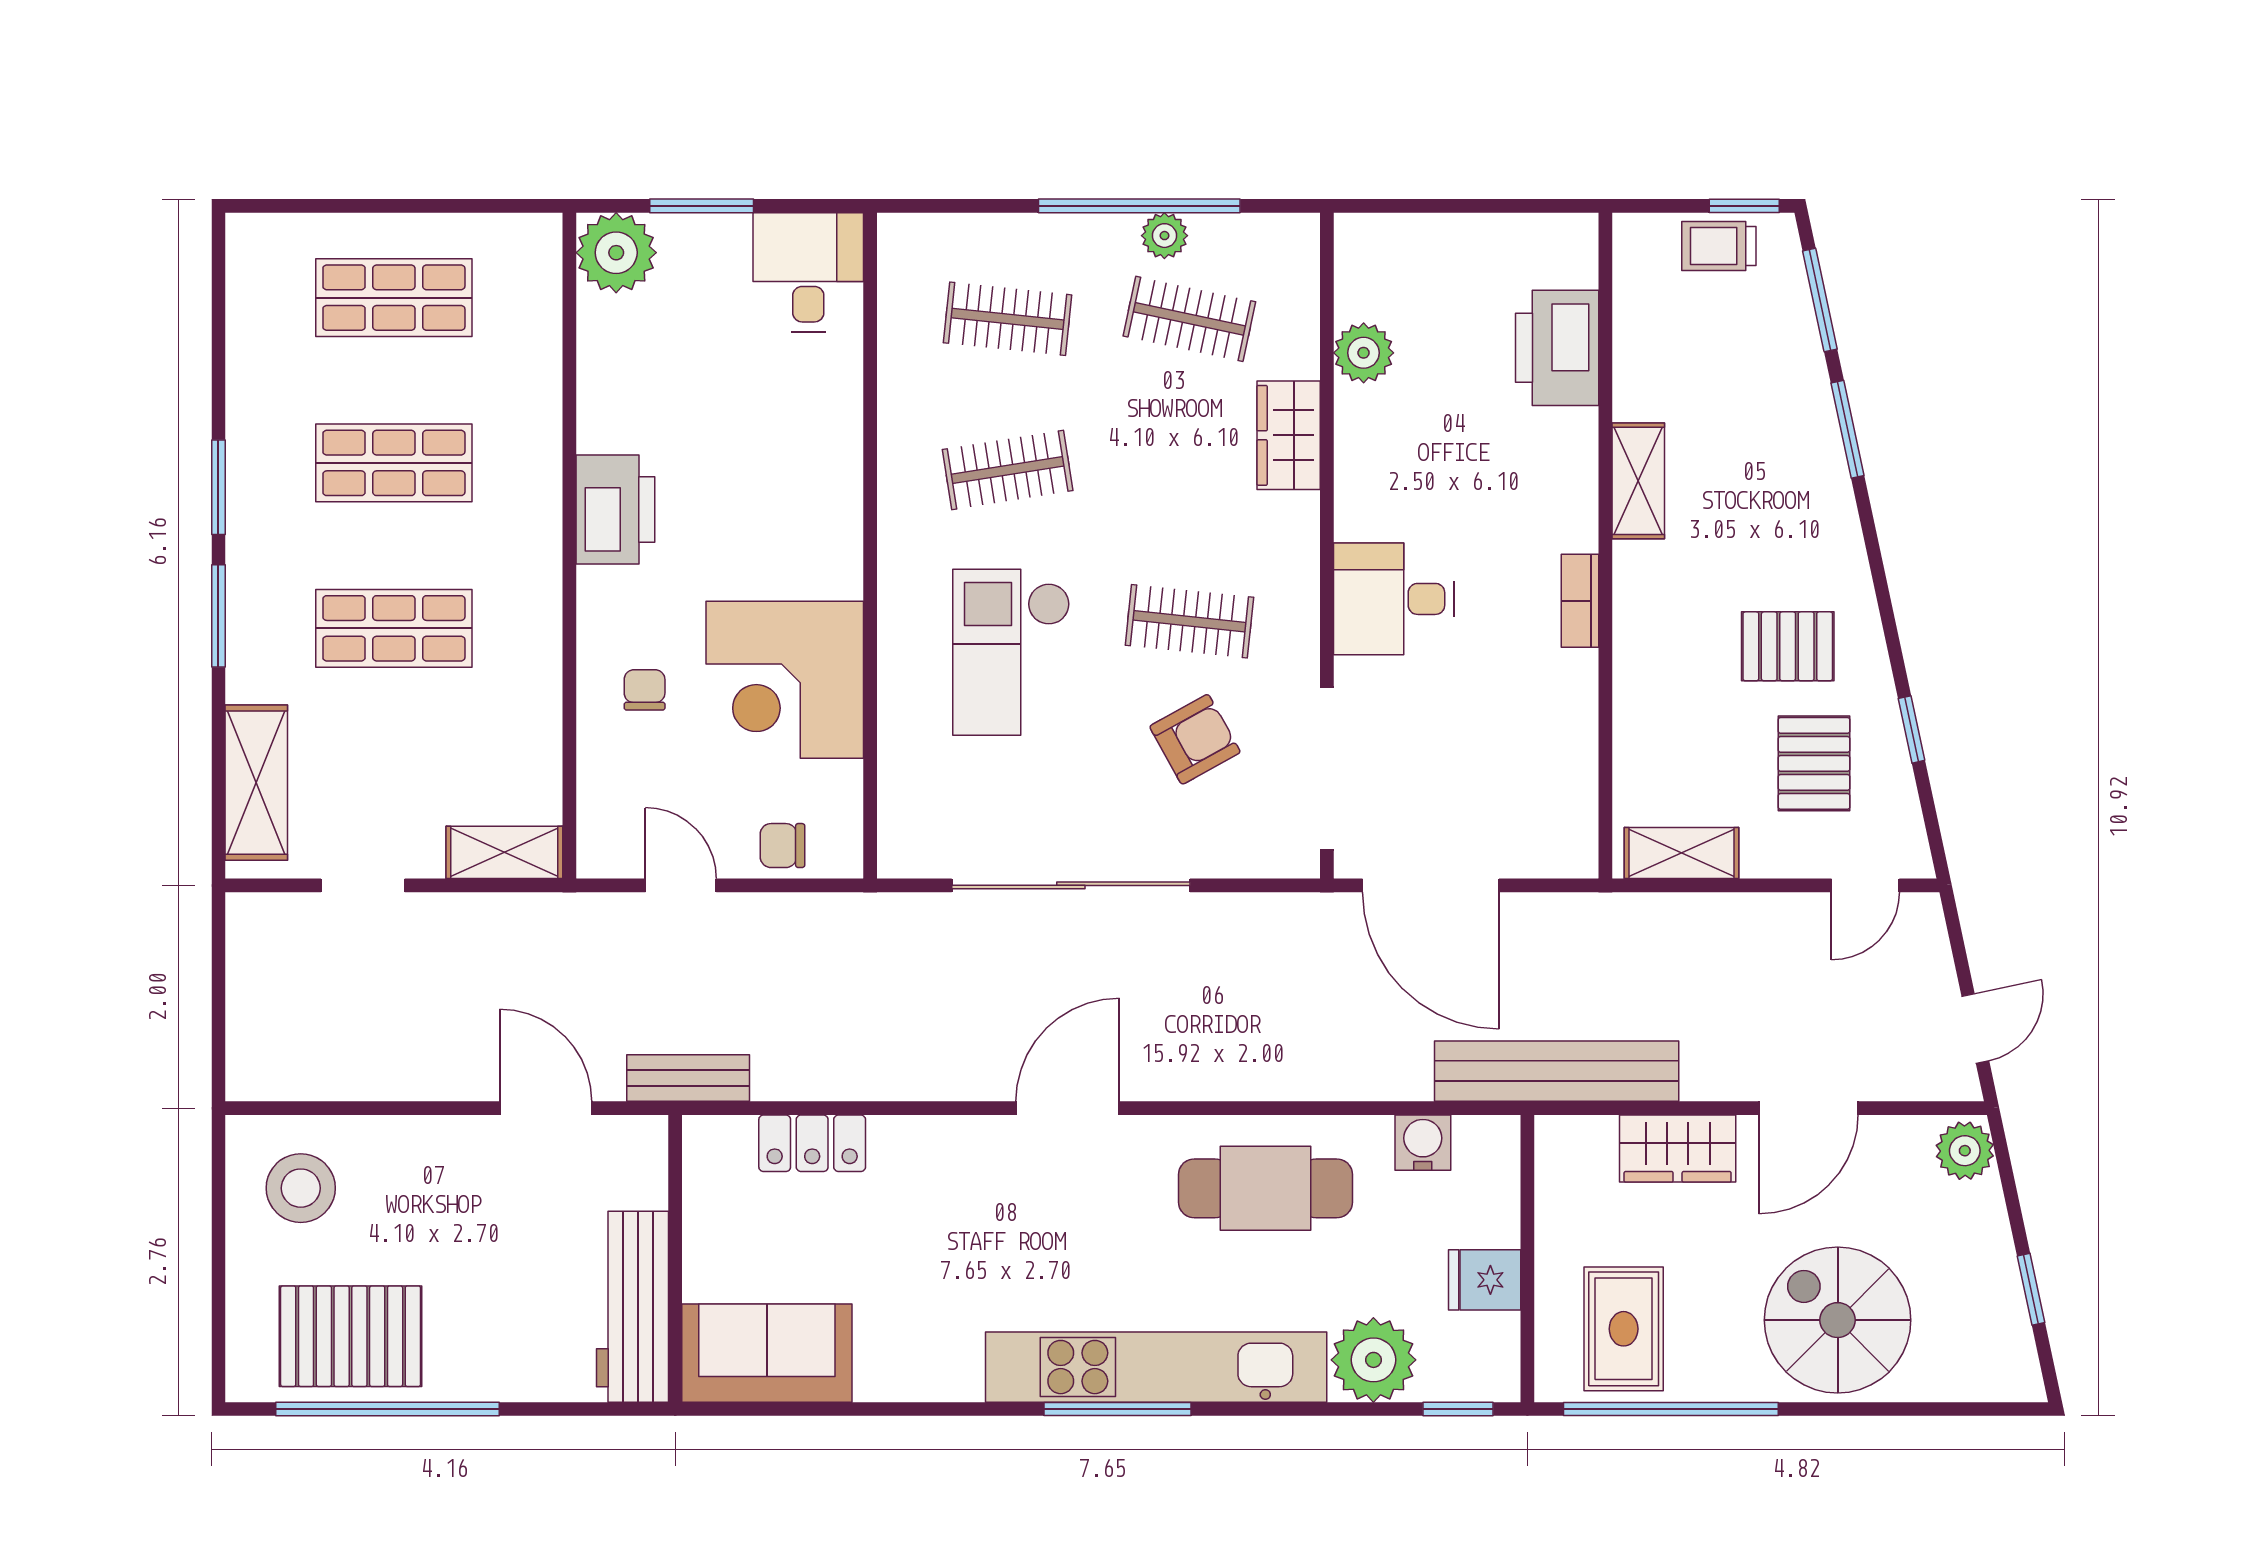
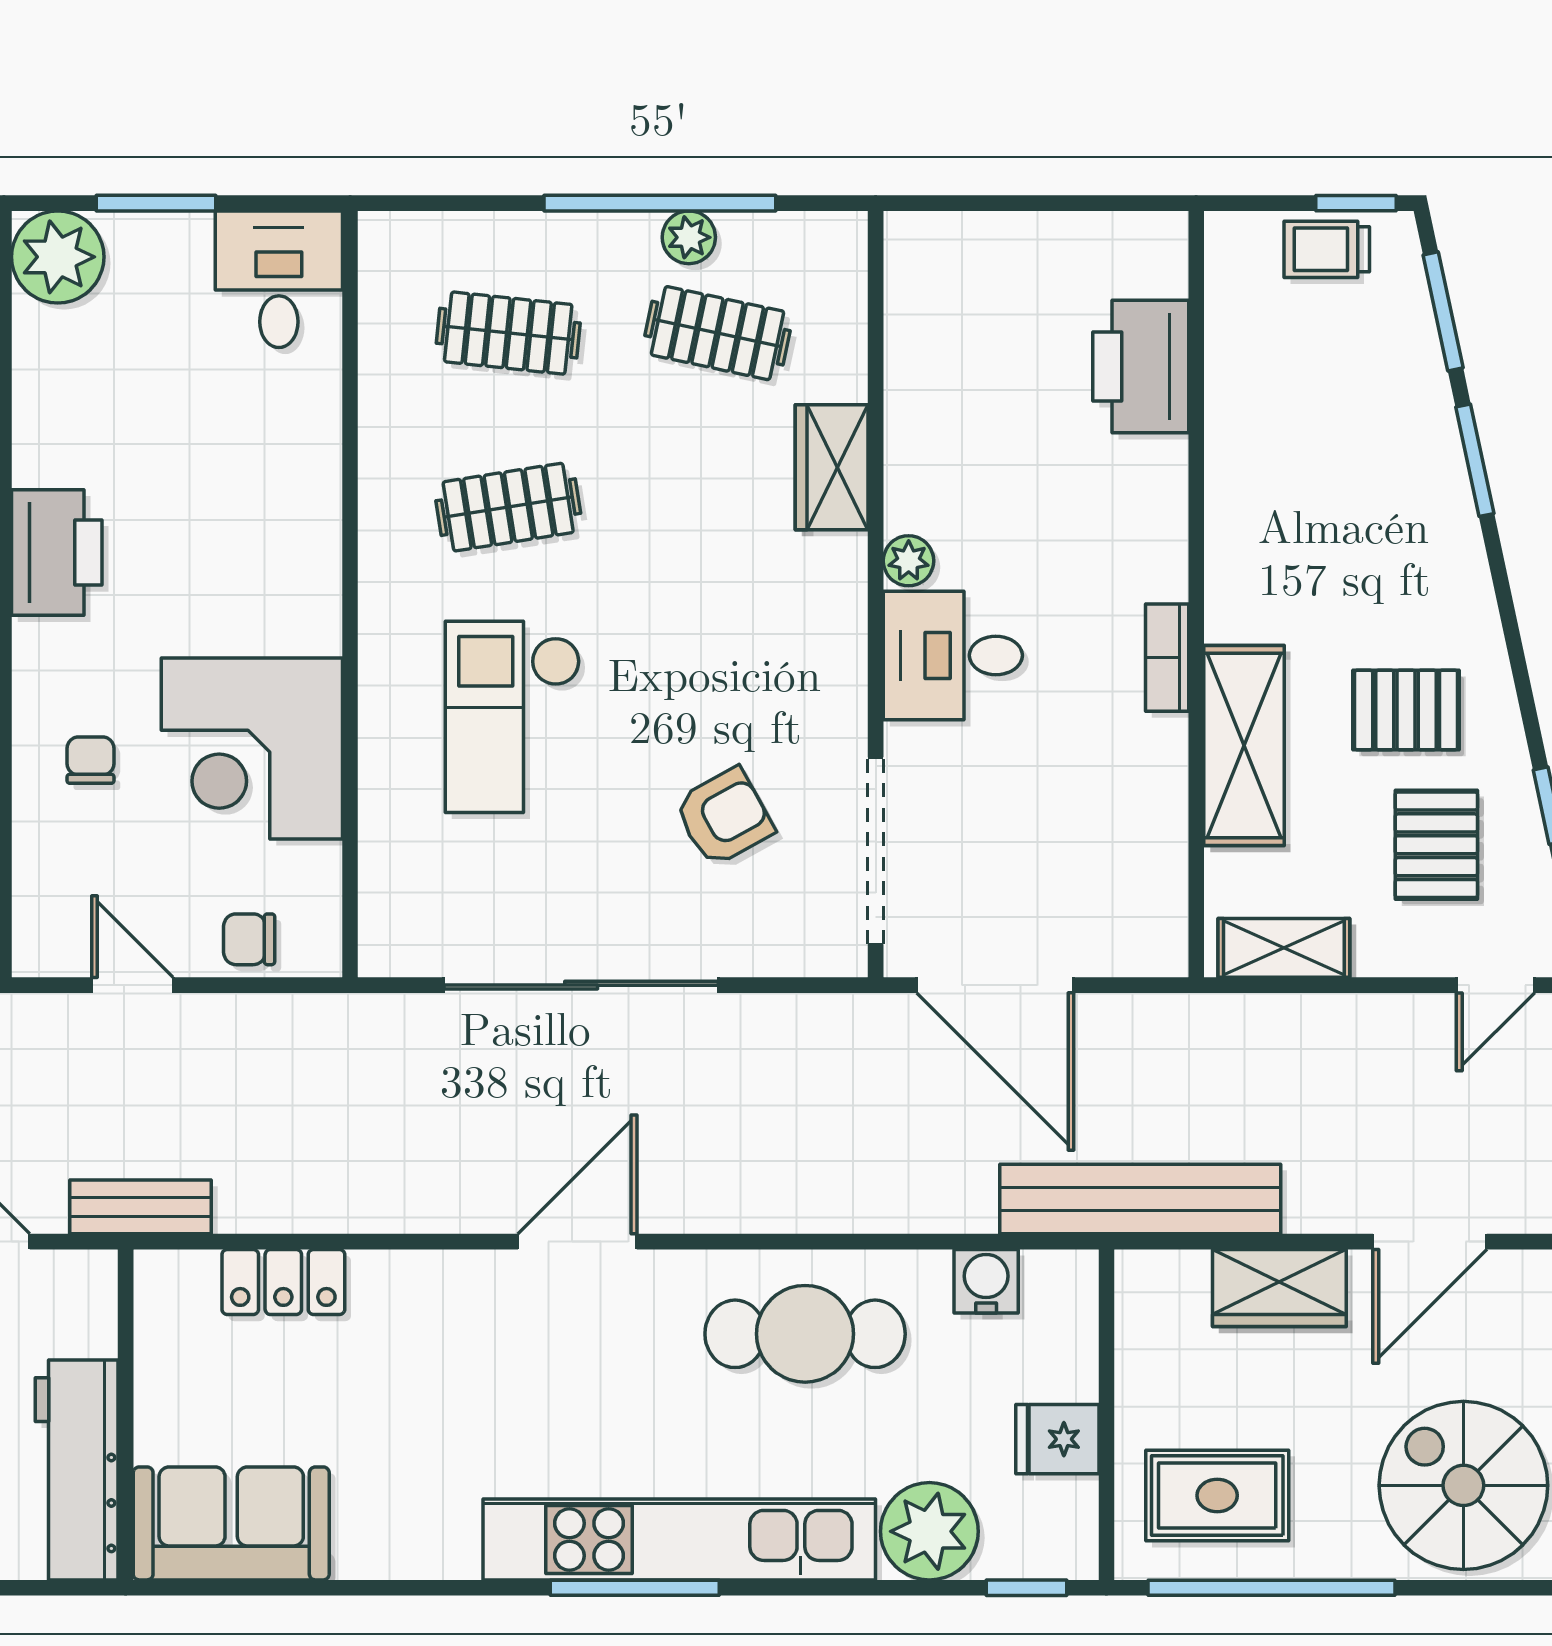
plant: (1364, 353) -> (909, 561), moved, width x0.73, depth x0.73
shelving: (1638, 481) -> (1244, 746), moved, width x1.50, depth x1.33
clothes rail: (1189, 621) -> (718, 681), removed
rug: (1624, 1329) -> (1217, 1495), turned 90

